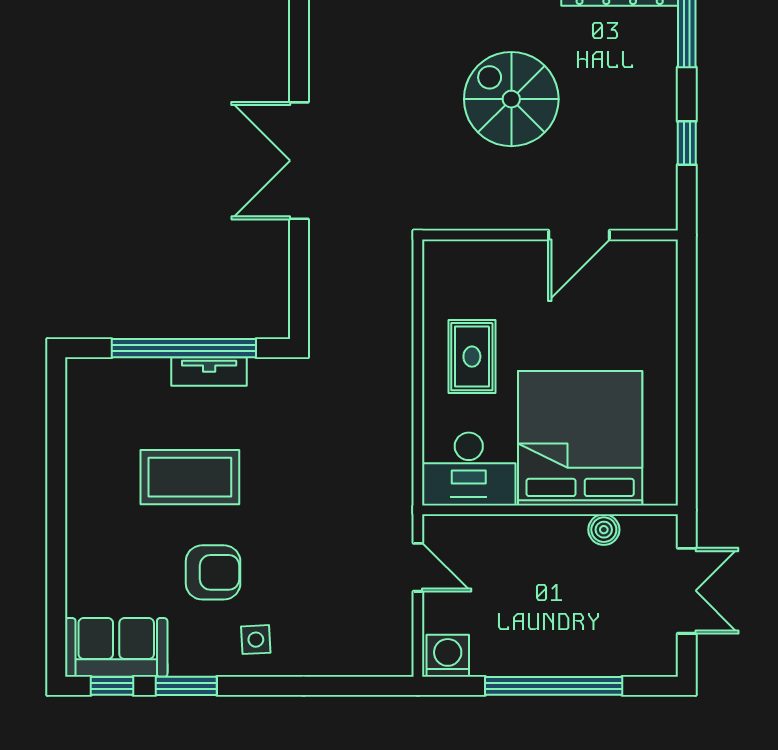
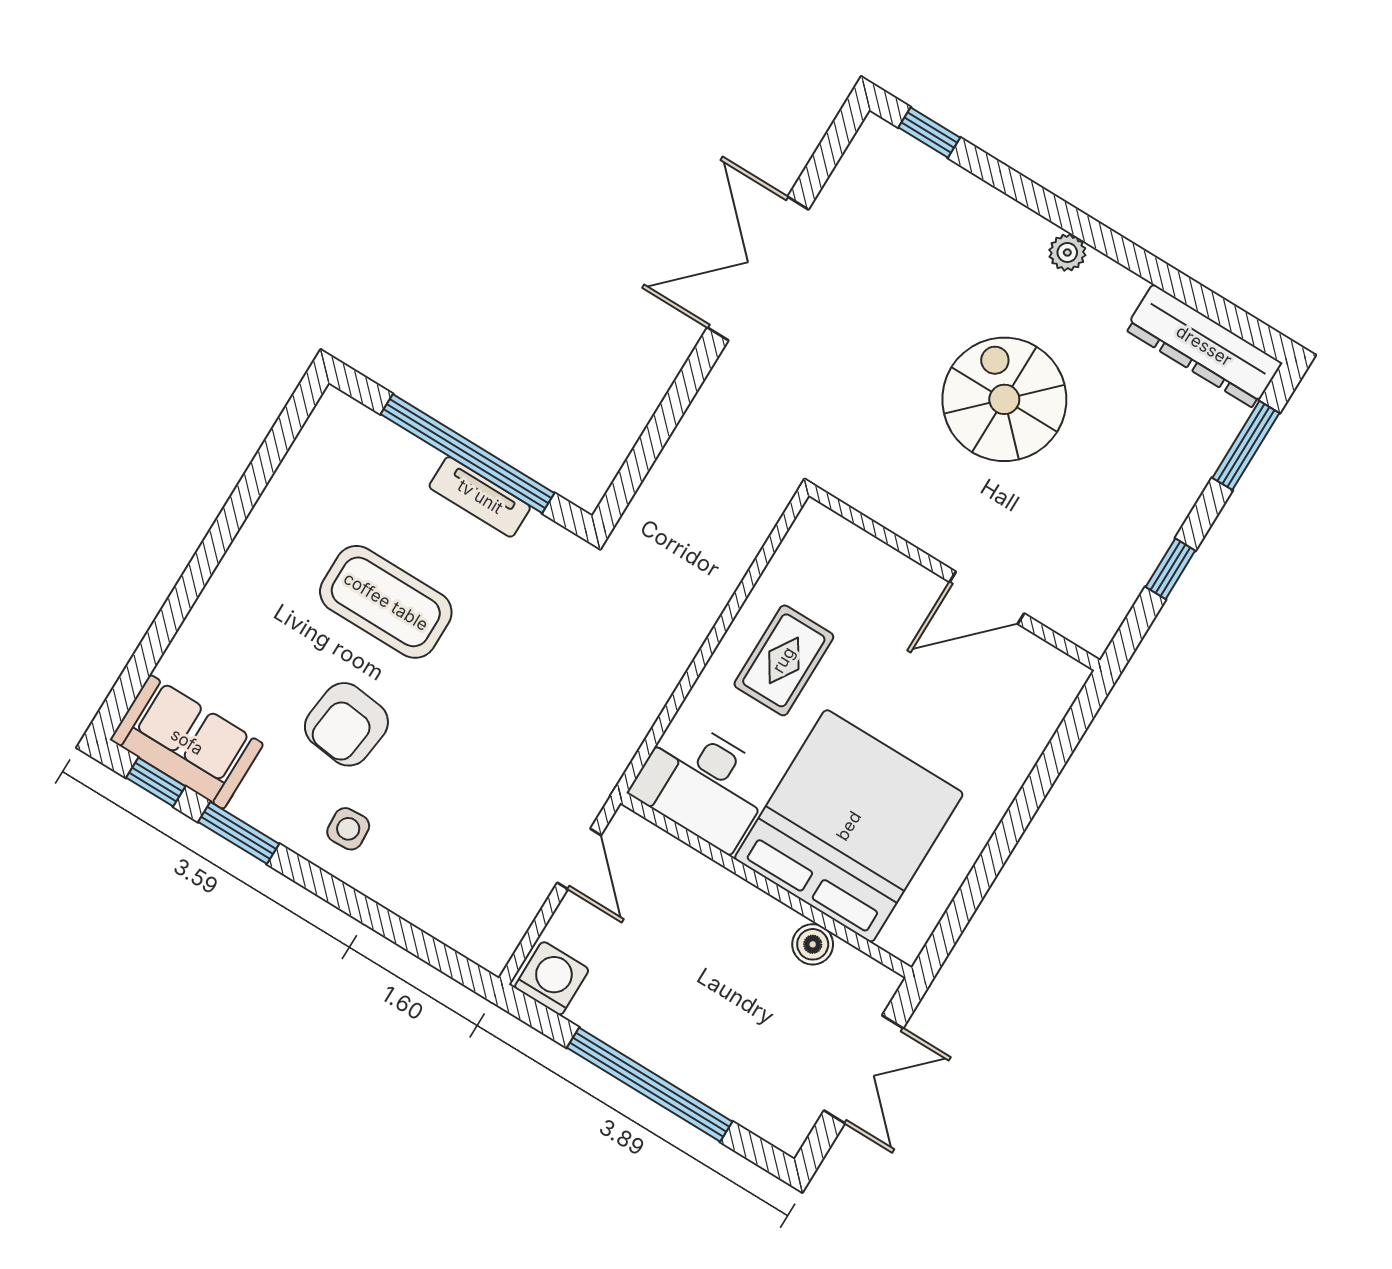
double door: (299, 161) -> (758, 269), moved
armchair: (213, 572) -> (346, 724), turned 97

